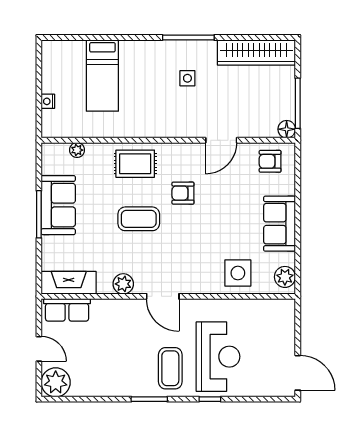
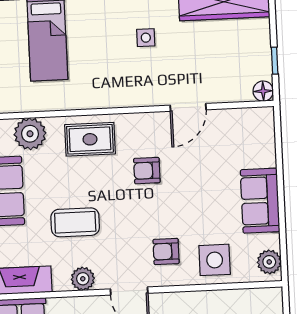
window: (298, 103) -> (275, 61), width x0.46
plant: (77, 150) -> (30, 134), width x1.88, depth x1.88
armchair: (270, 161) -> (166, 251), moved
coffee table: (139, 219) -> (75, 222), moved

